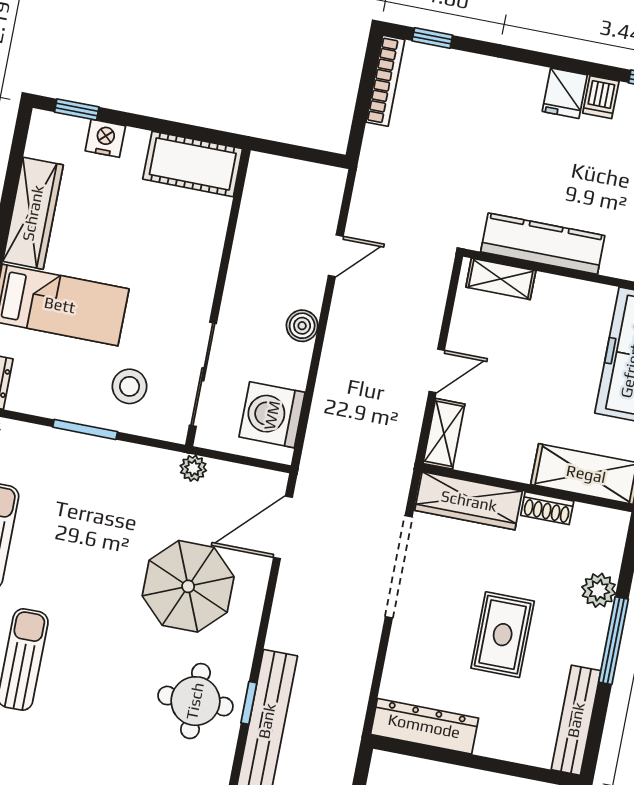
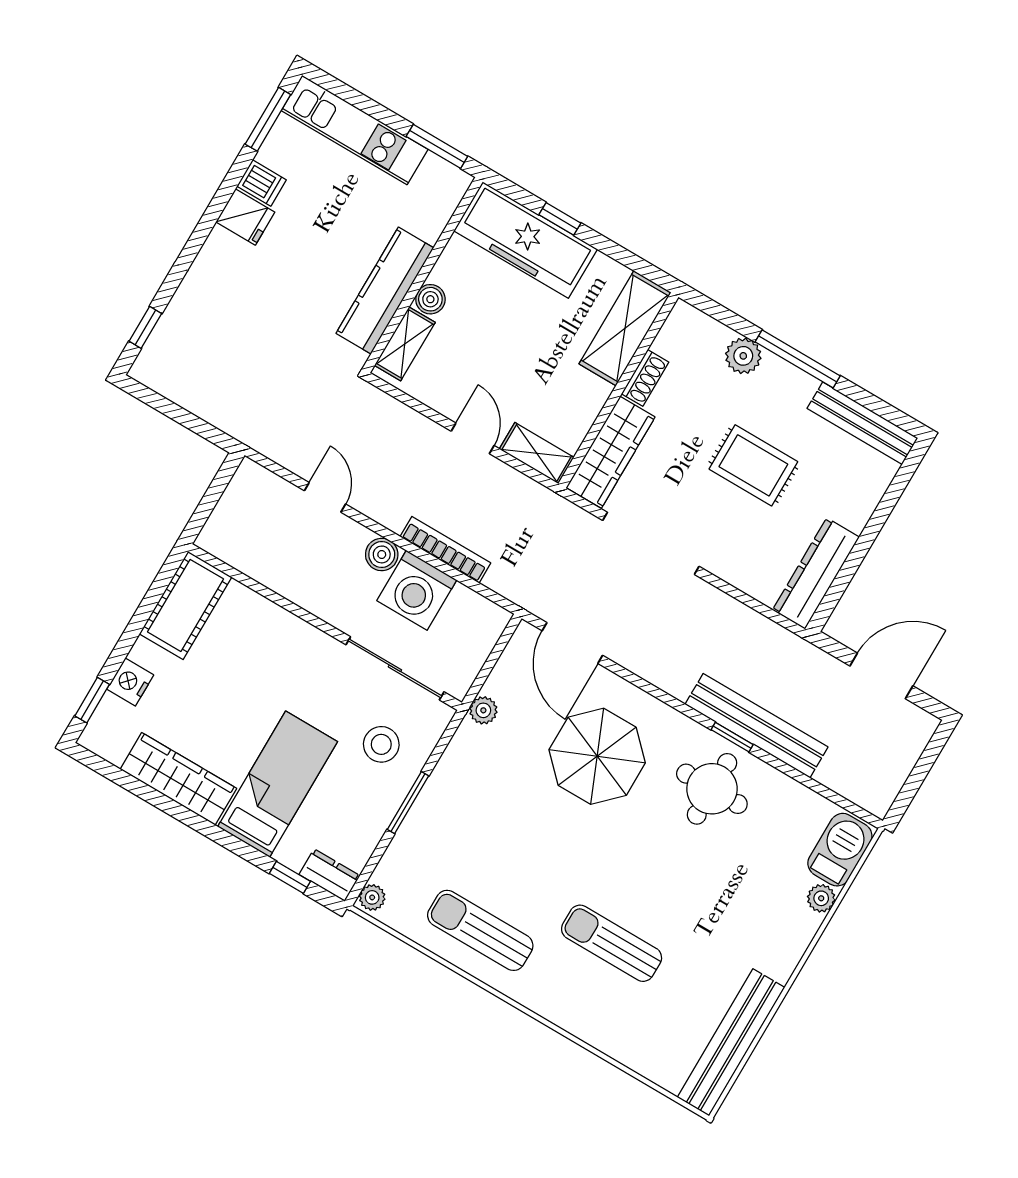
bookcase: (385, 81) -> (445, 550), moved
boiler: (550, 288) -> (430, 299), added
washing machine: (272, 415) -> (417, 590), moved

